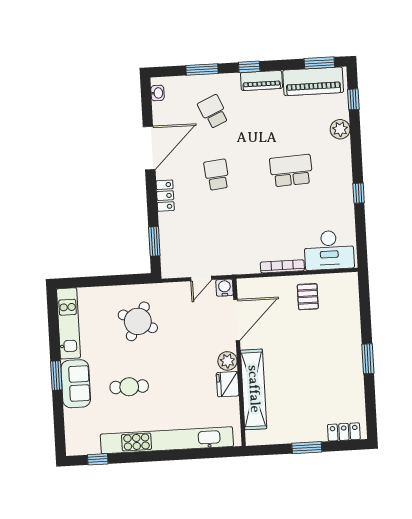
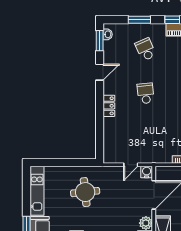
door: (149, 148) -> (100, 72), width x0.53
window: (154, 241) -> (100, 41), moved
round table: (138, 321) -> (85, 192), turned -33

